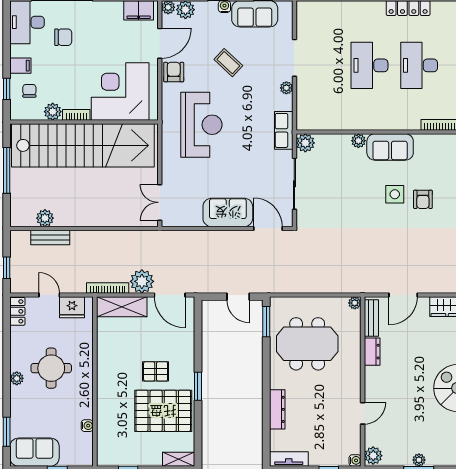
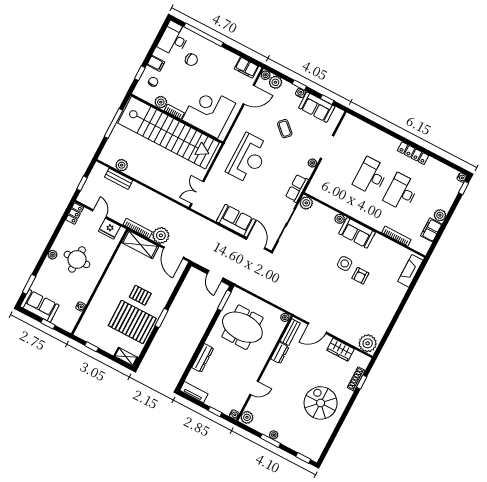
armchair: (174, 72) -> (248, 117), removed

